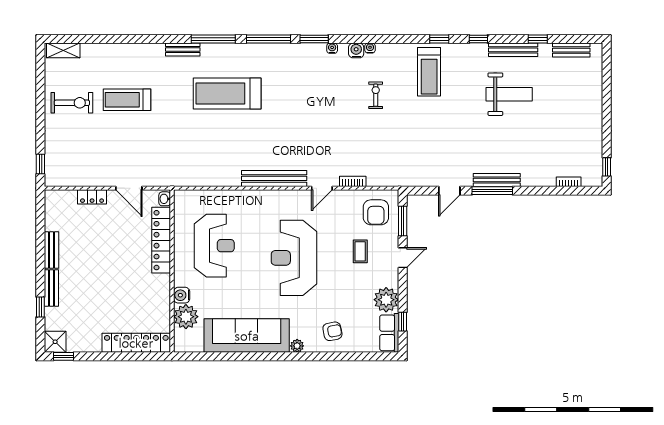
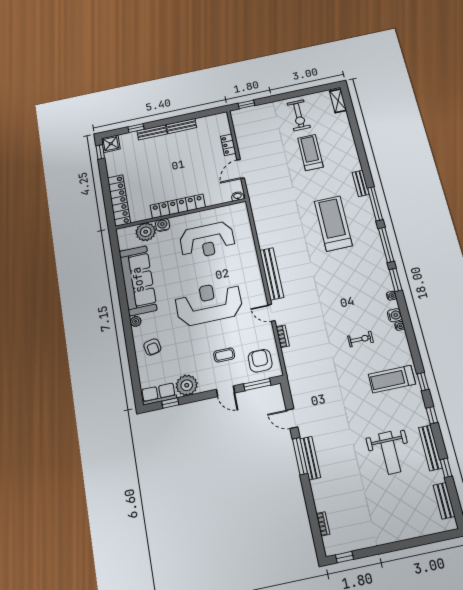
armchair: (376, 212) -> (260, 361), turned 90
locker: (161, 240) -> (178, 206), moved

